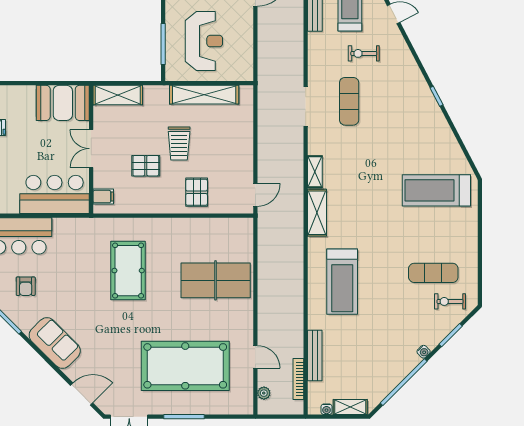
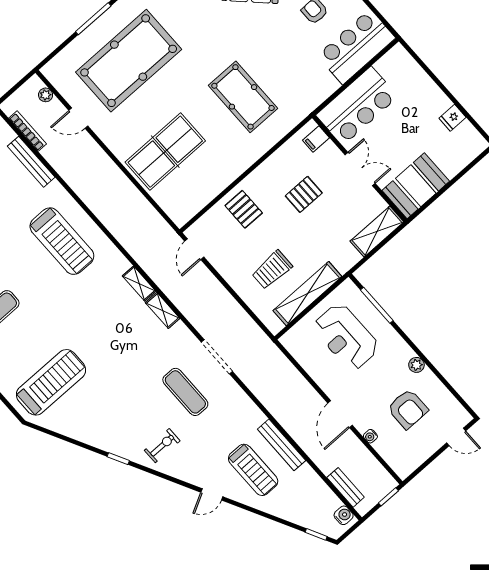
exercise bike: (364, 53) -> (162, 446), moved
trolley: (179, 143) -> (272, 270), moved, turned -90
shelving: (317, 213) -> (139, 284), width x0.67, depth x0.75
treadmill: (342, 282) -> (62, 241), turned 180

